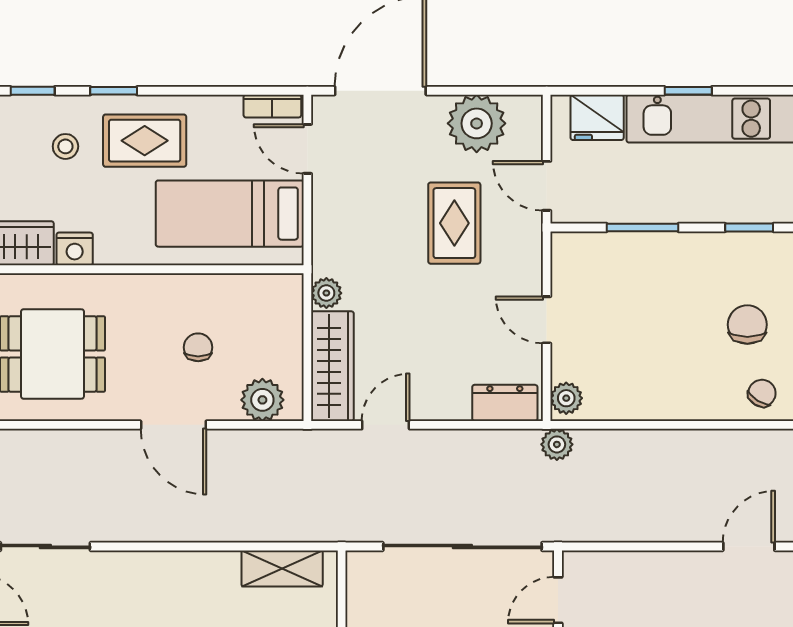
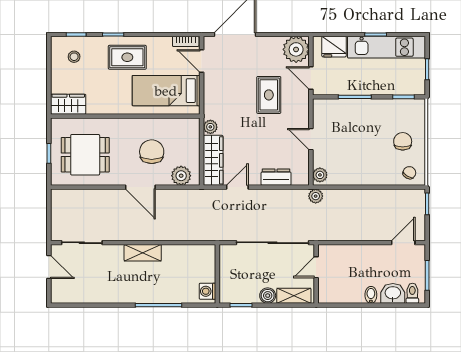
plant: (477, 123) -> (296, 49), moved
stool: (65, 146) -> (74, 57), moved
nightstand: (75, 249) -> (95, 107), removed
chair: (198, 347) -> (152, 152), width x1.87, depth x1.87
dresser: (505, 403) -> (276, 177), moved
shelving: (282, 568) -> (143, 253), moved

